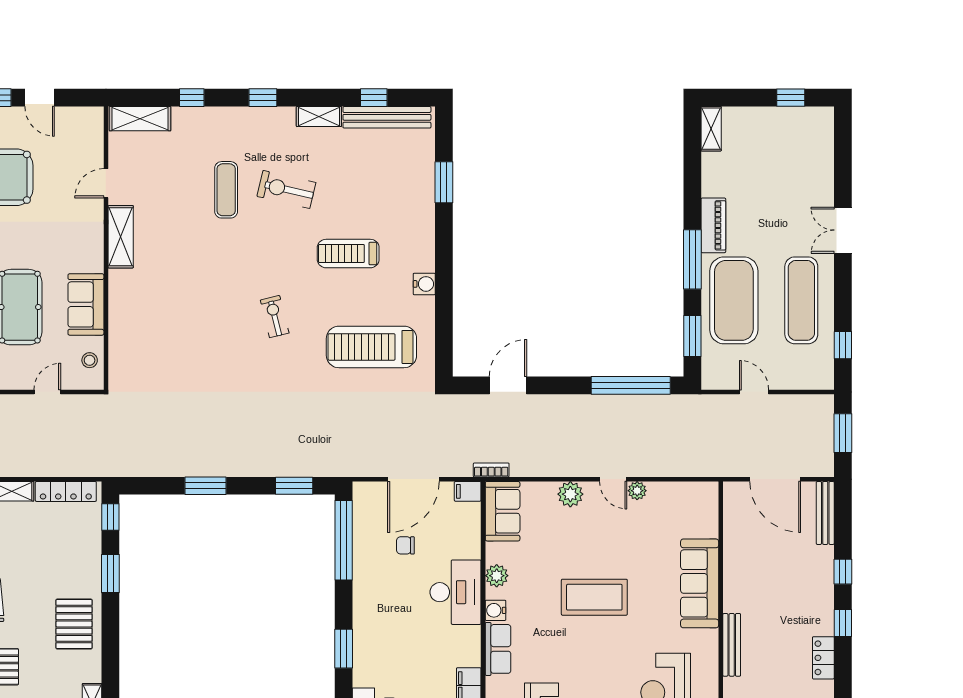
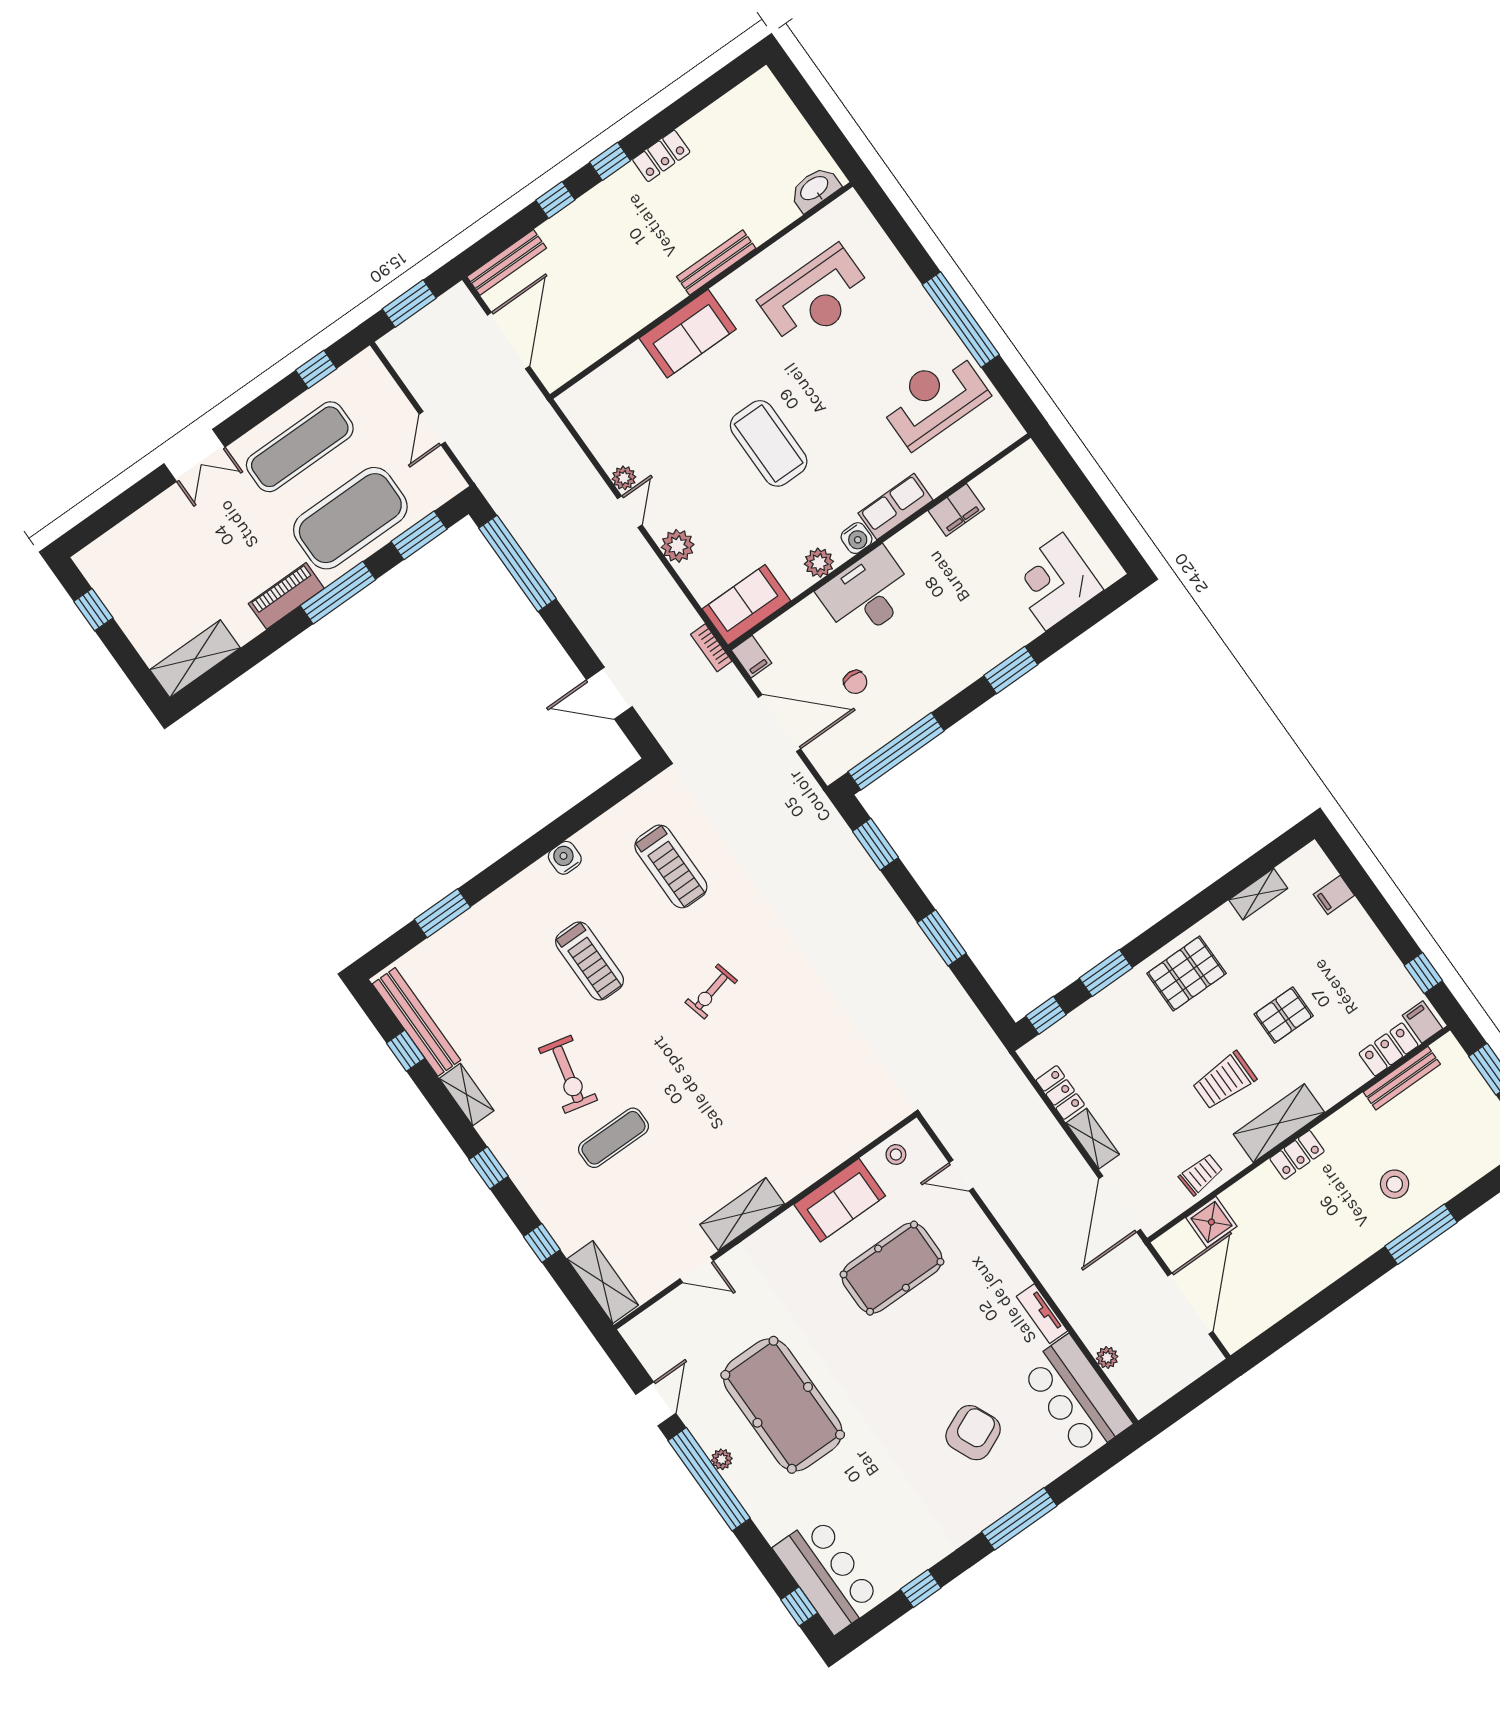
shelving: (711, 129) -> (195, 659), width x1.50, depth x1.33
treadmill: (371, 347) -> (671, 866), width x0.73, depth x0.73
locker: (66, 491) -> (1060, 1092), width x0.66
sofa: (700, 583) -> (688, 334), width x0.73

